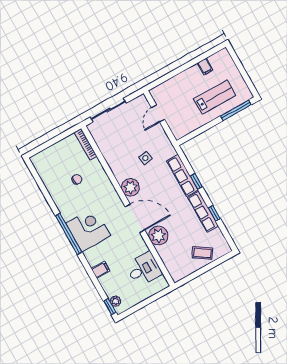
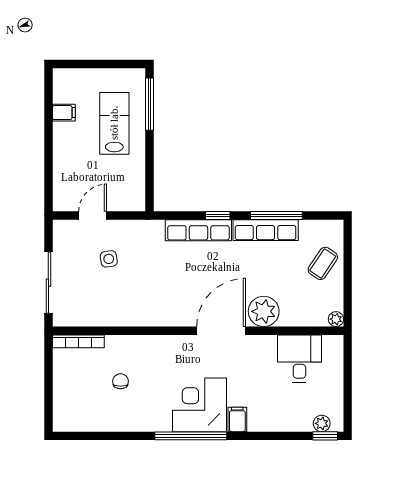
door: (158, 113) -> (93, 216), swing flipped
side table: (145, 158) -> (109, 259), moved
plant: (130, 187) -> (336, 319), moved, width x0.53, depth x0.53
window: (214, 213) -> (276, 216), width x2.17
filing cabinet: (101, 270) -> (237, 419), moved

